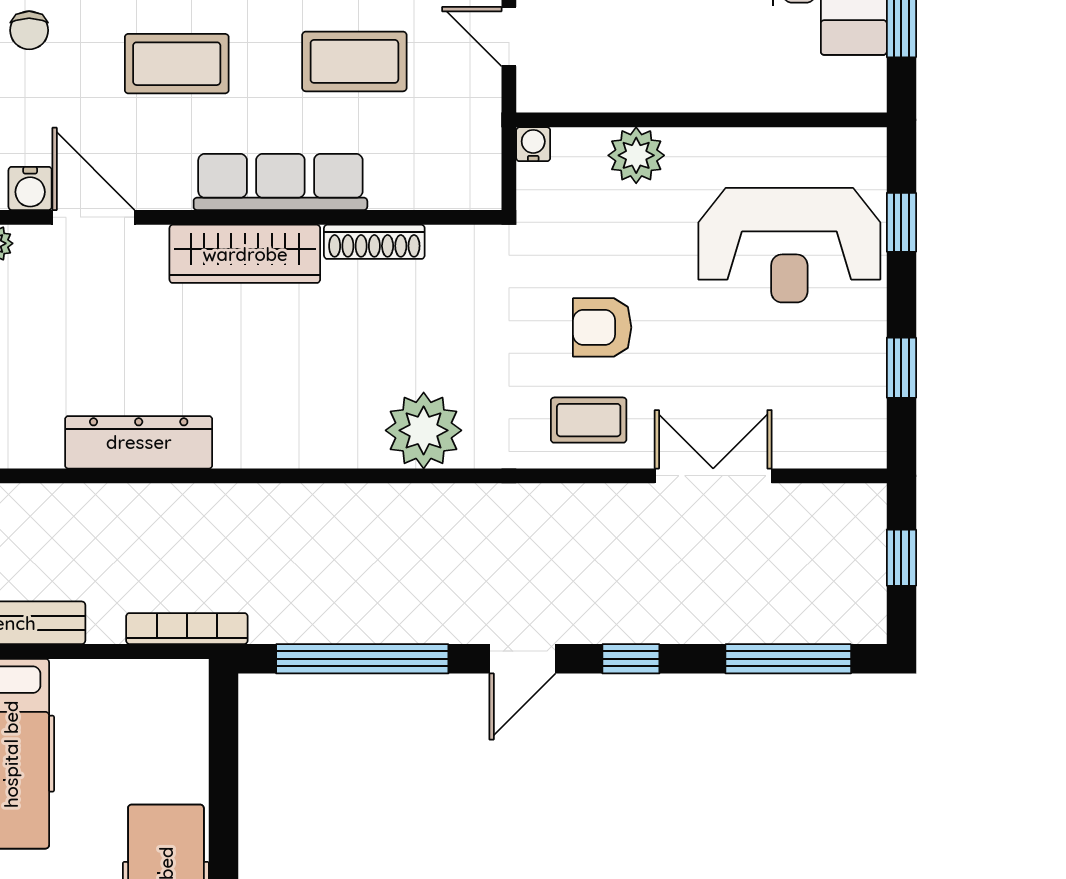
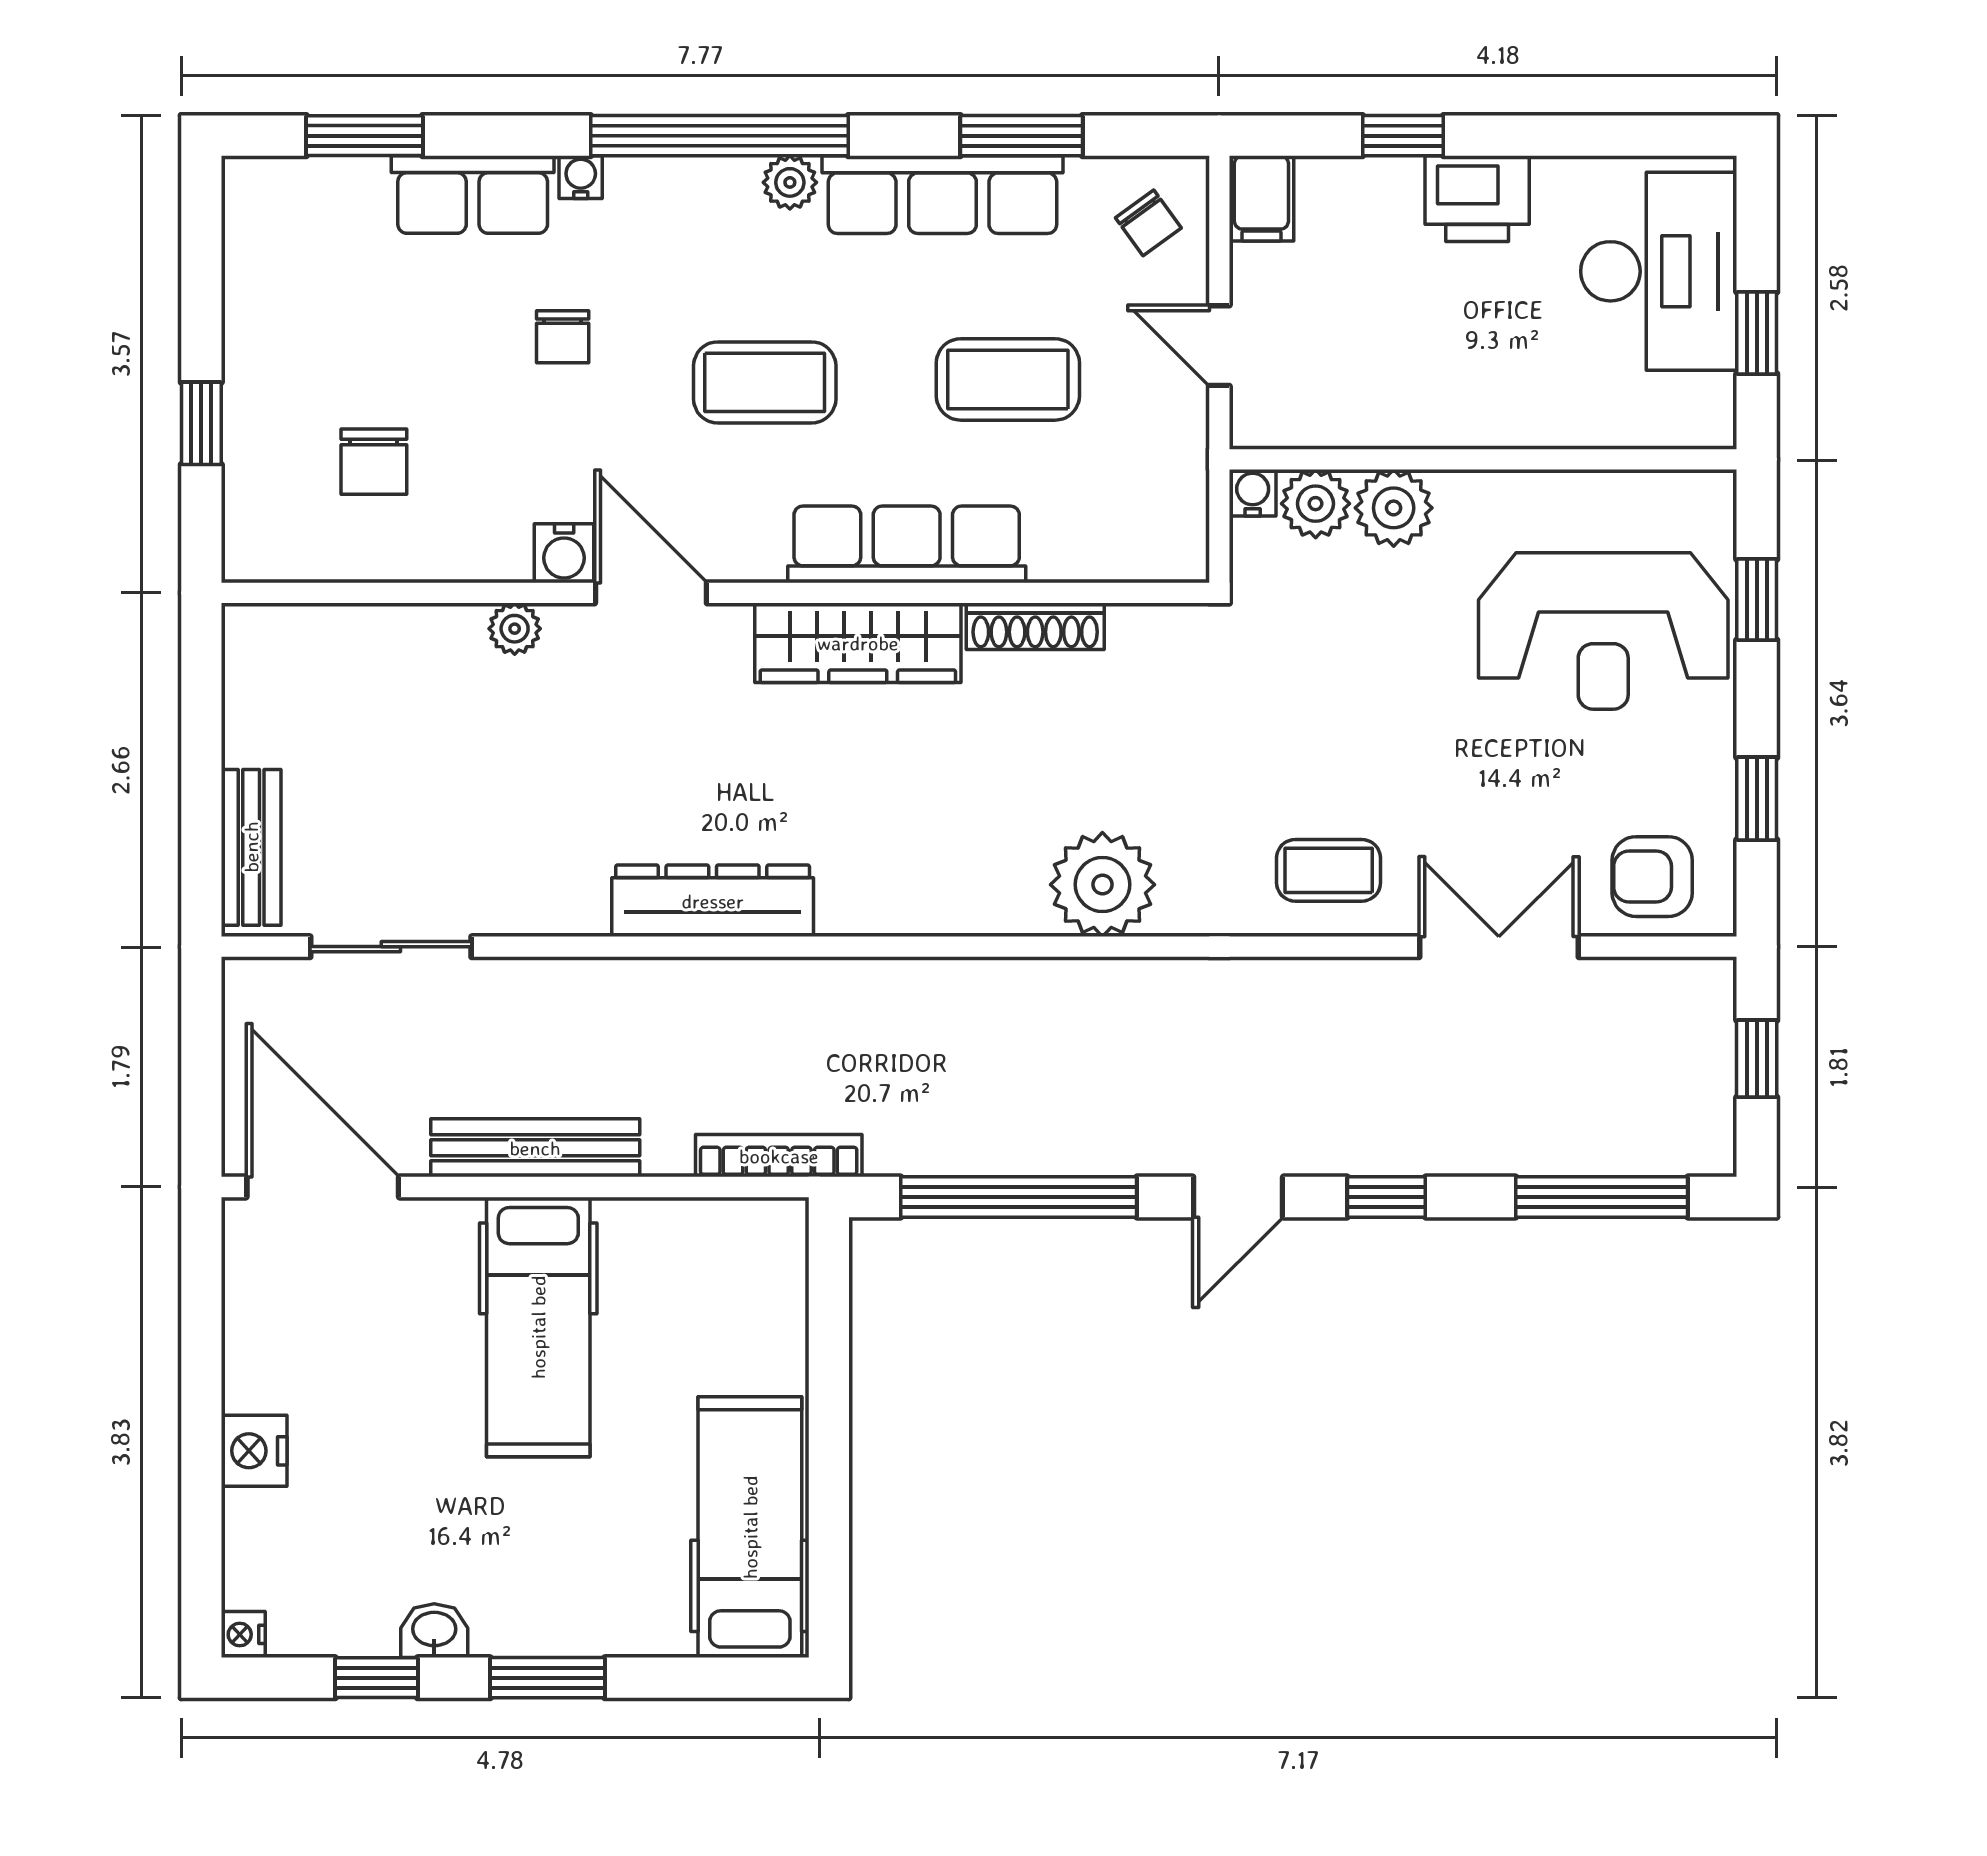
plant: (579, 152) -> (1316, 504), added
armchair: (602, 327) -> (1652, 877), moved

